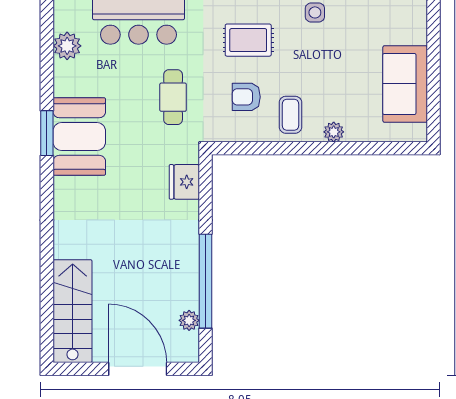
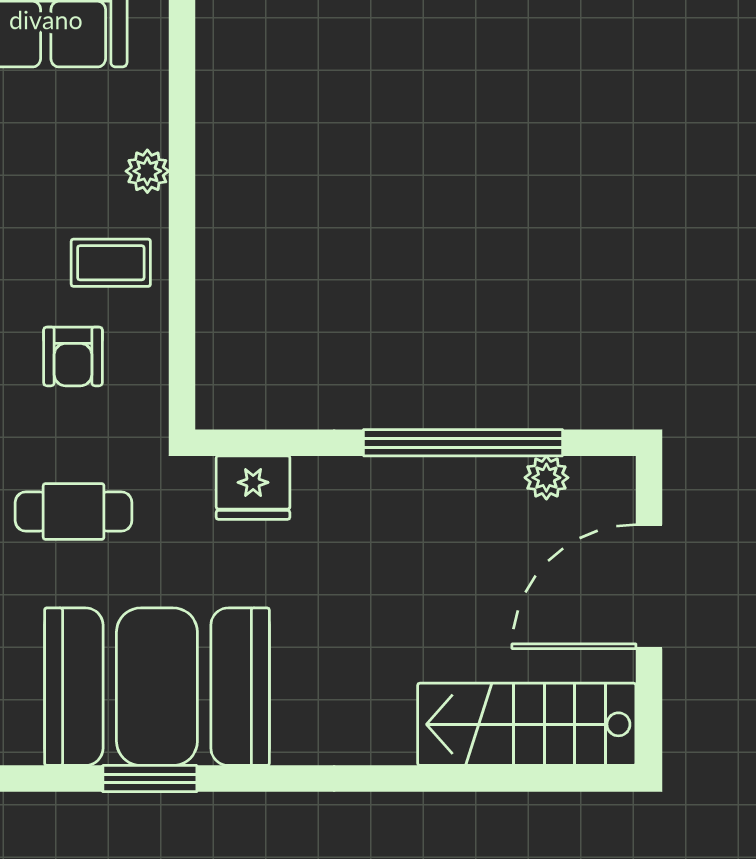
booth: (79, 137) -> (157, 687), width x1.36, depth x1.42

